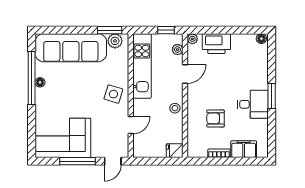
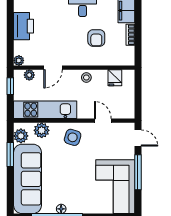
window: (110, 30) -> (10, 154), moved
printer: (216, 44) -> (23, 26), moved
plant: (121, 62) -> (42, 130), added
door: (185, 74) -> (53, 68), swing flipped
fridge: (175, 151) -> (115, 78), moved

